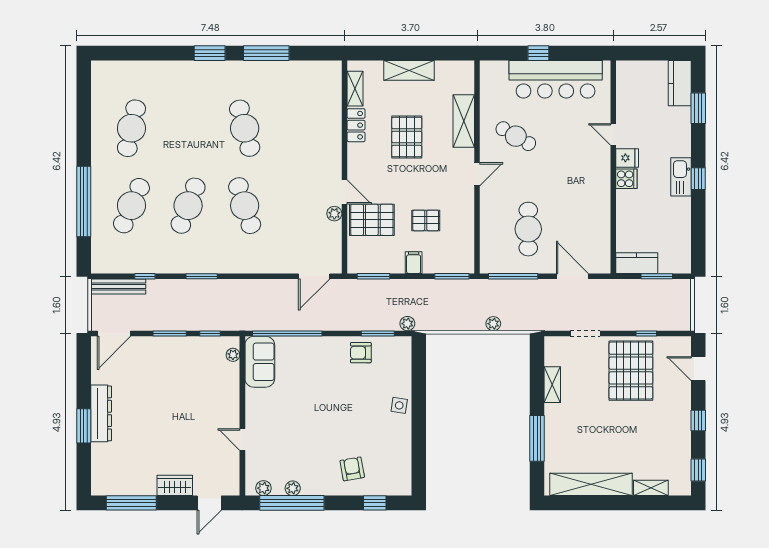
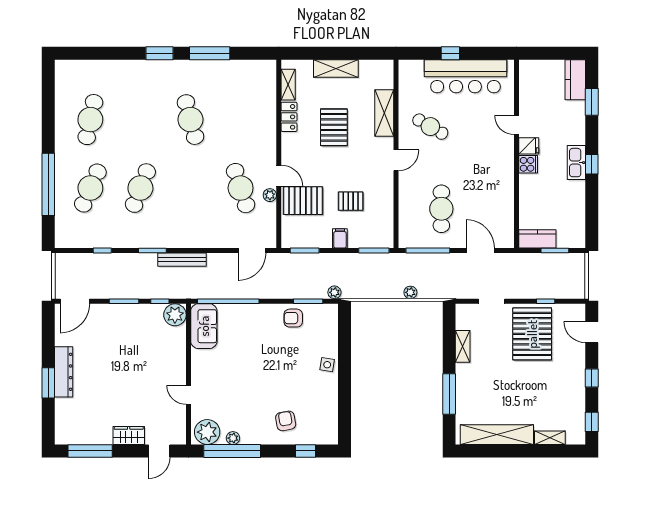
cafe table: (245, 206) -> (241, 188), moved
bench: (118, 287) -> (182, 260), moved
plant: (233, 355) -> (175, 315), width x1.88, depth x1.88
plant: (263, 488) -> (207, 432), width x1.88, depth x1.88

